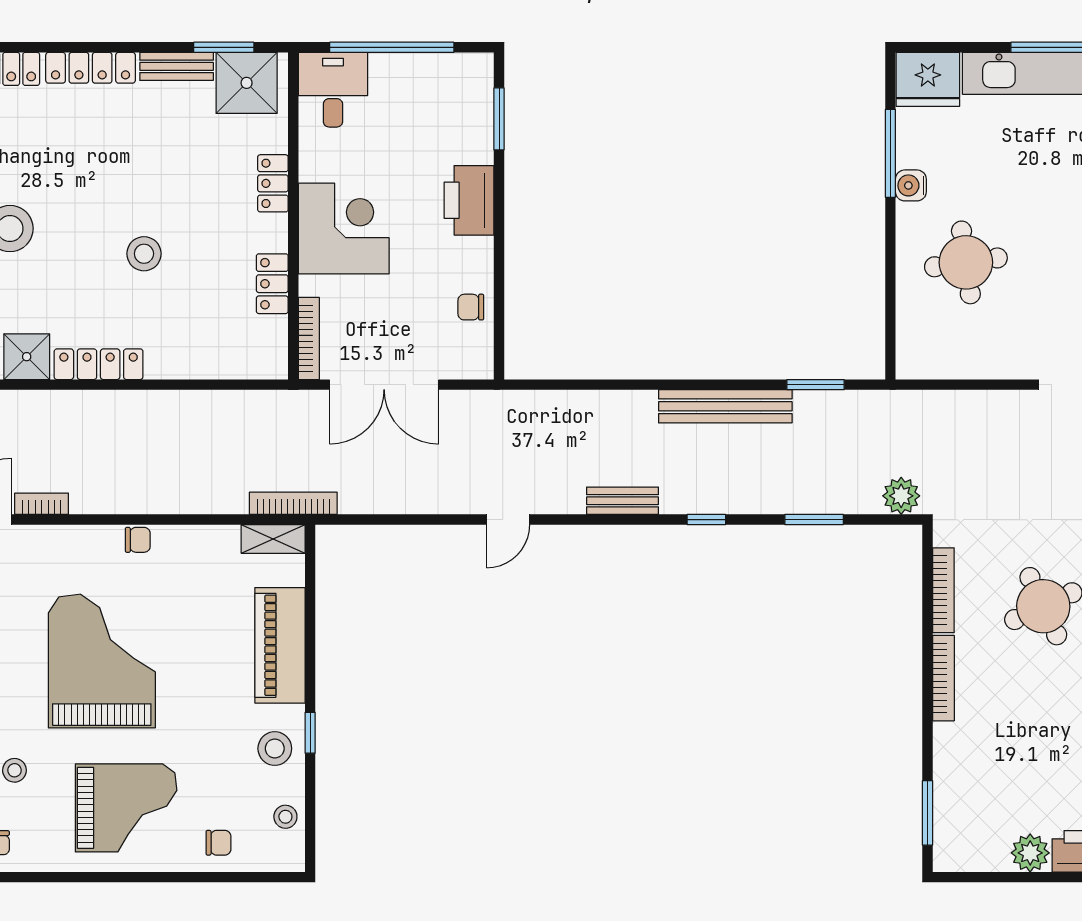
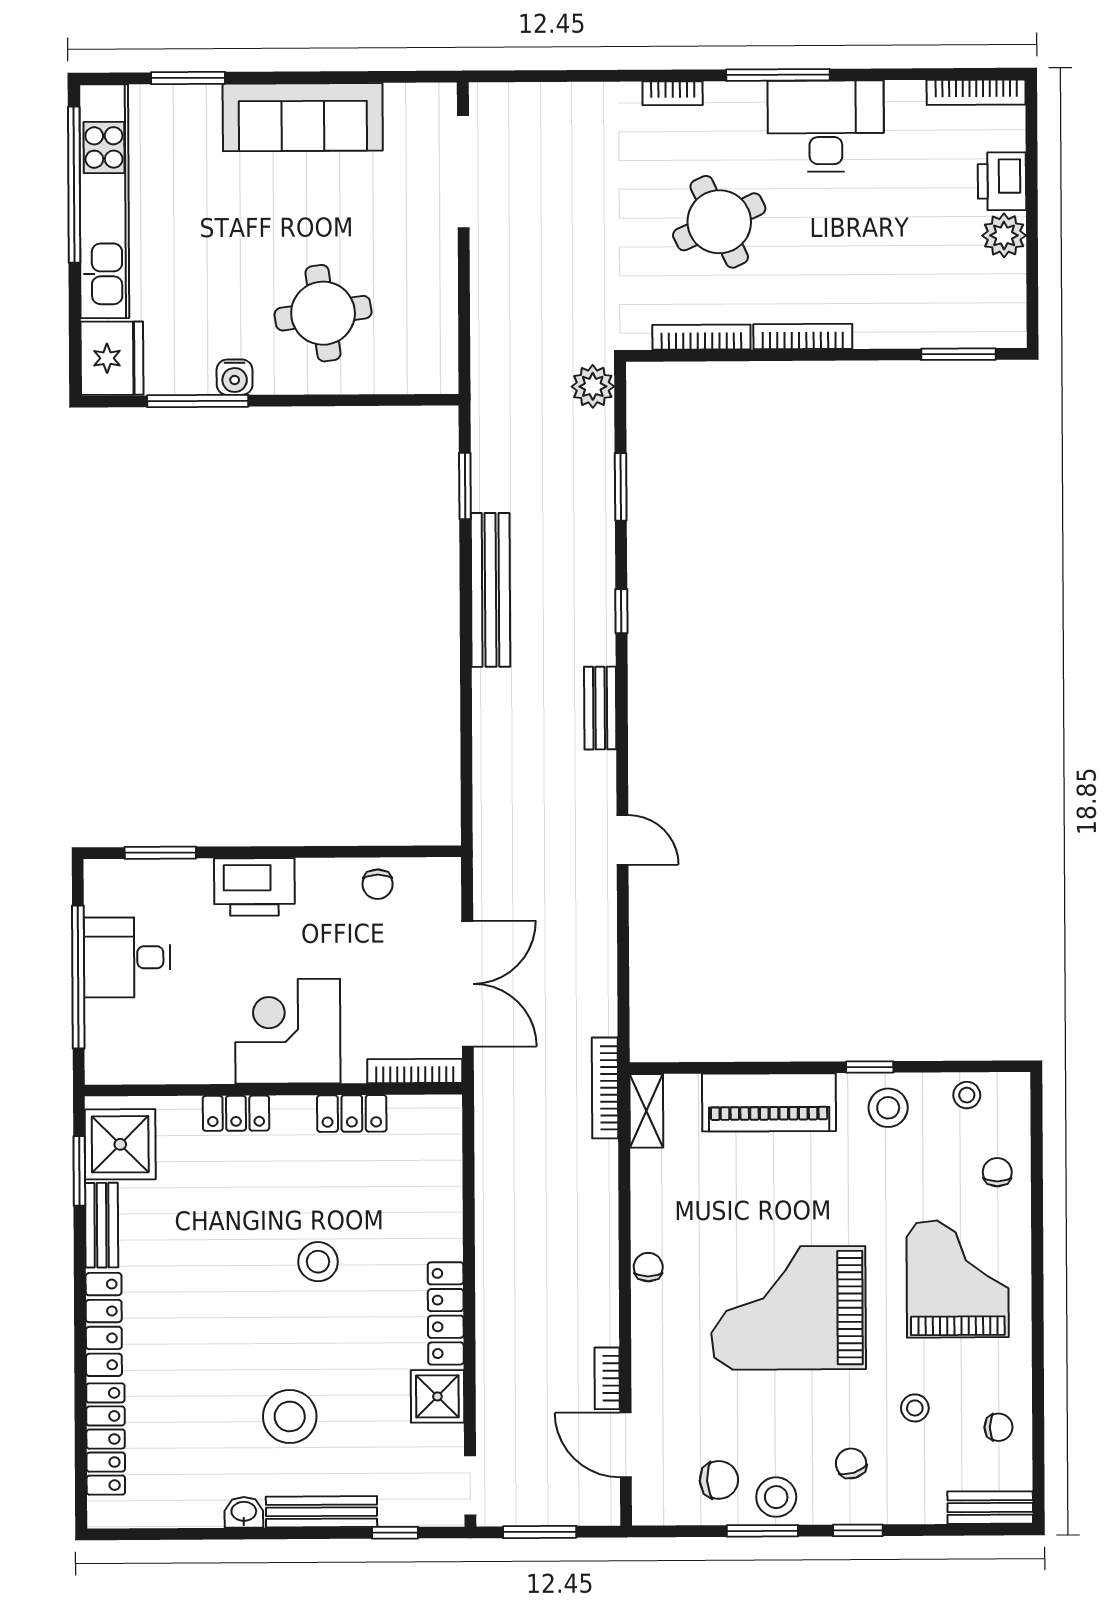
desk: (333, 90) -> (127, 957), moved

